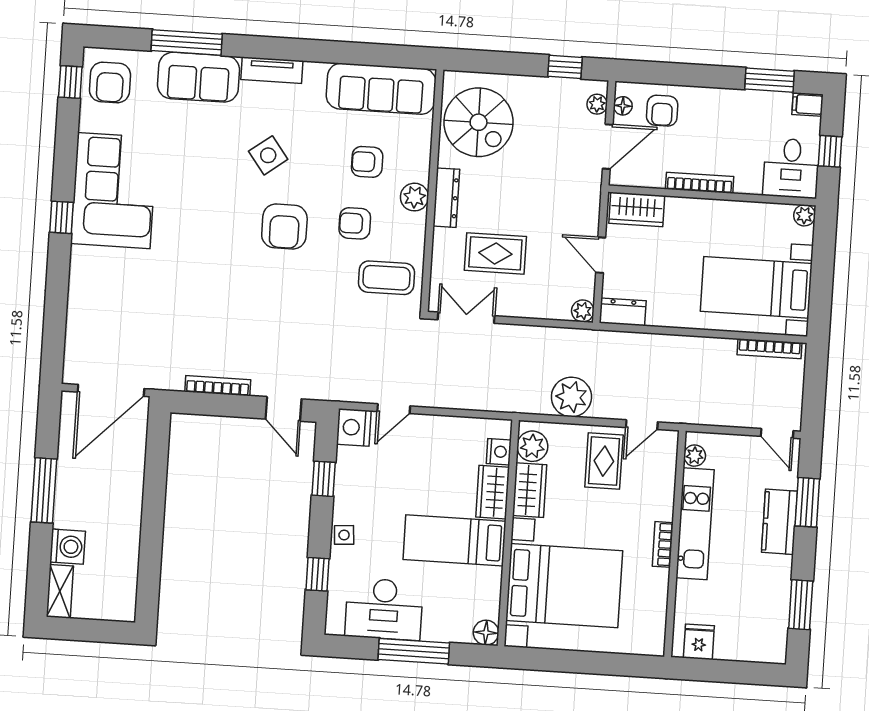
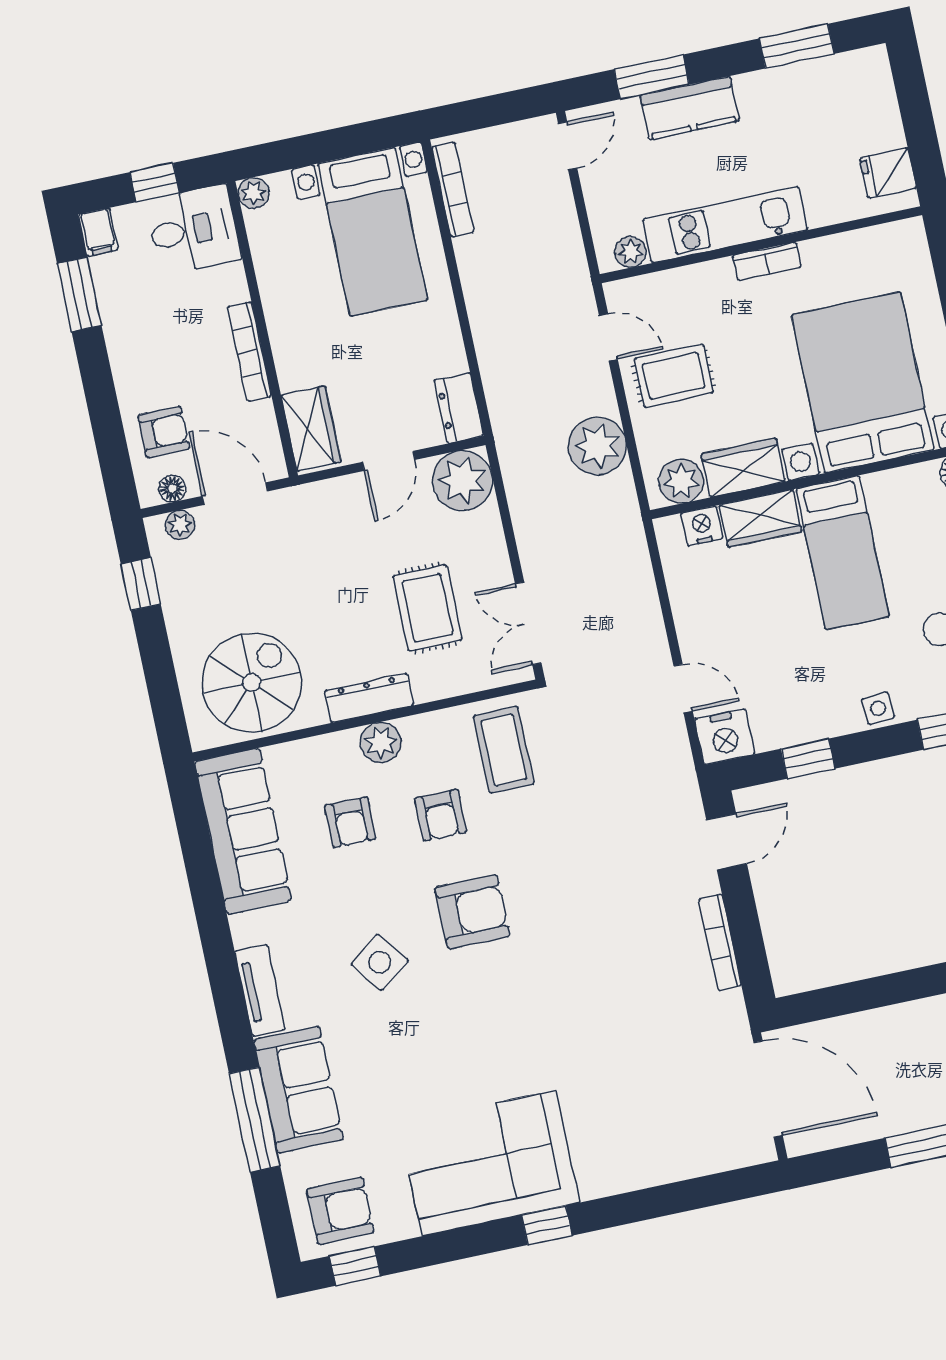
plant: (583, 311) -> (463, 481), width x1.87, depth x1.87

